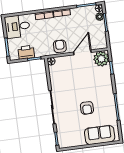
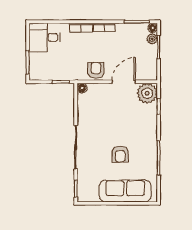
printer: (26, 52) -> (51, 72), removed
sofa: (100, 135) -> (125, 191), width x1.36

